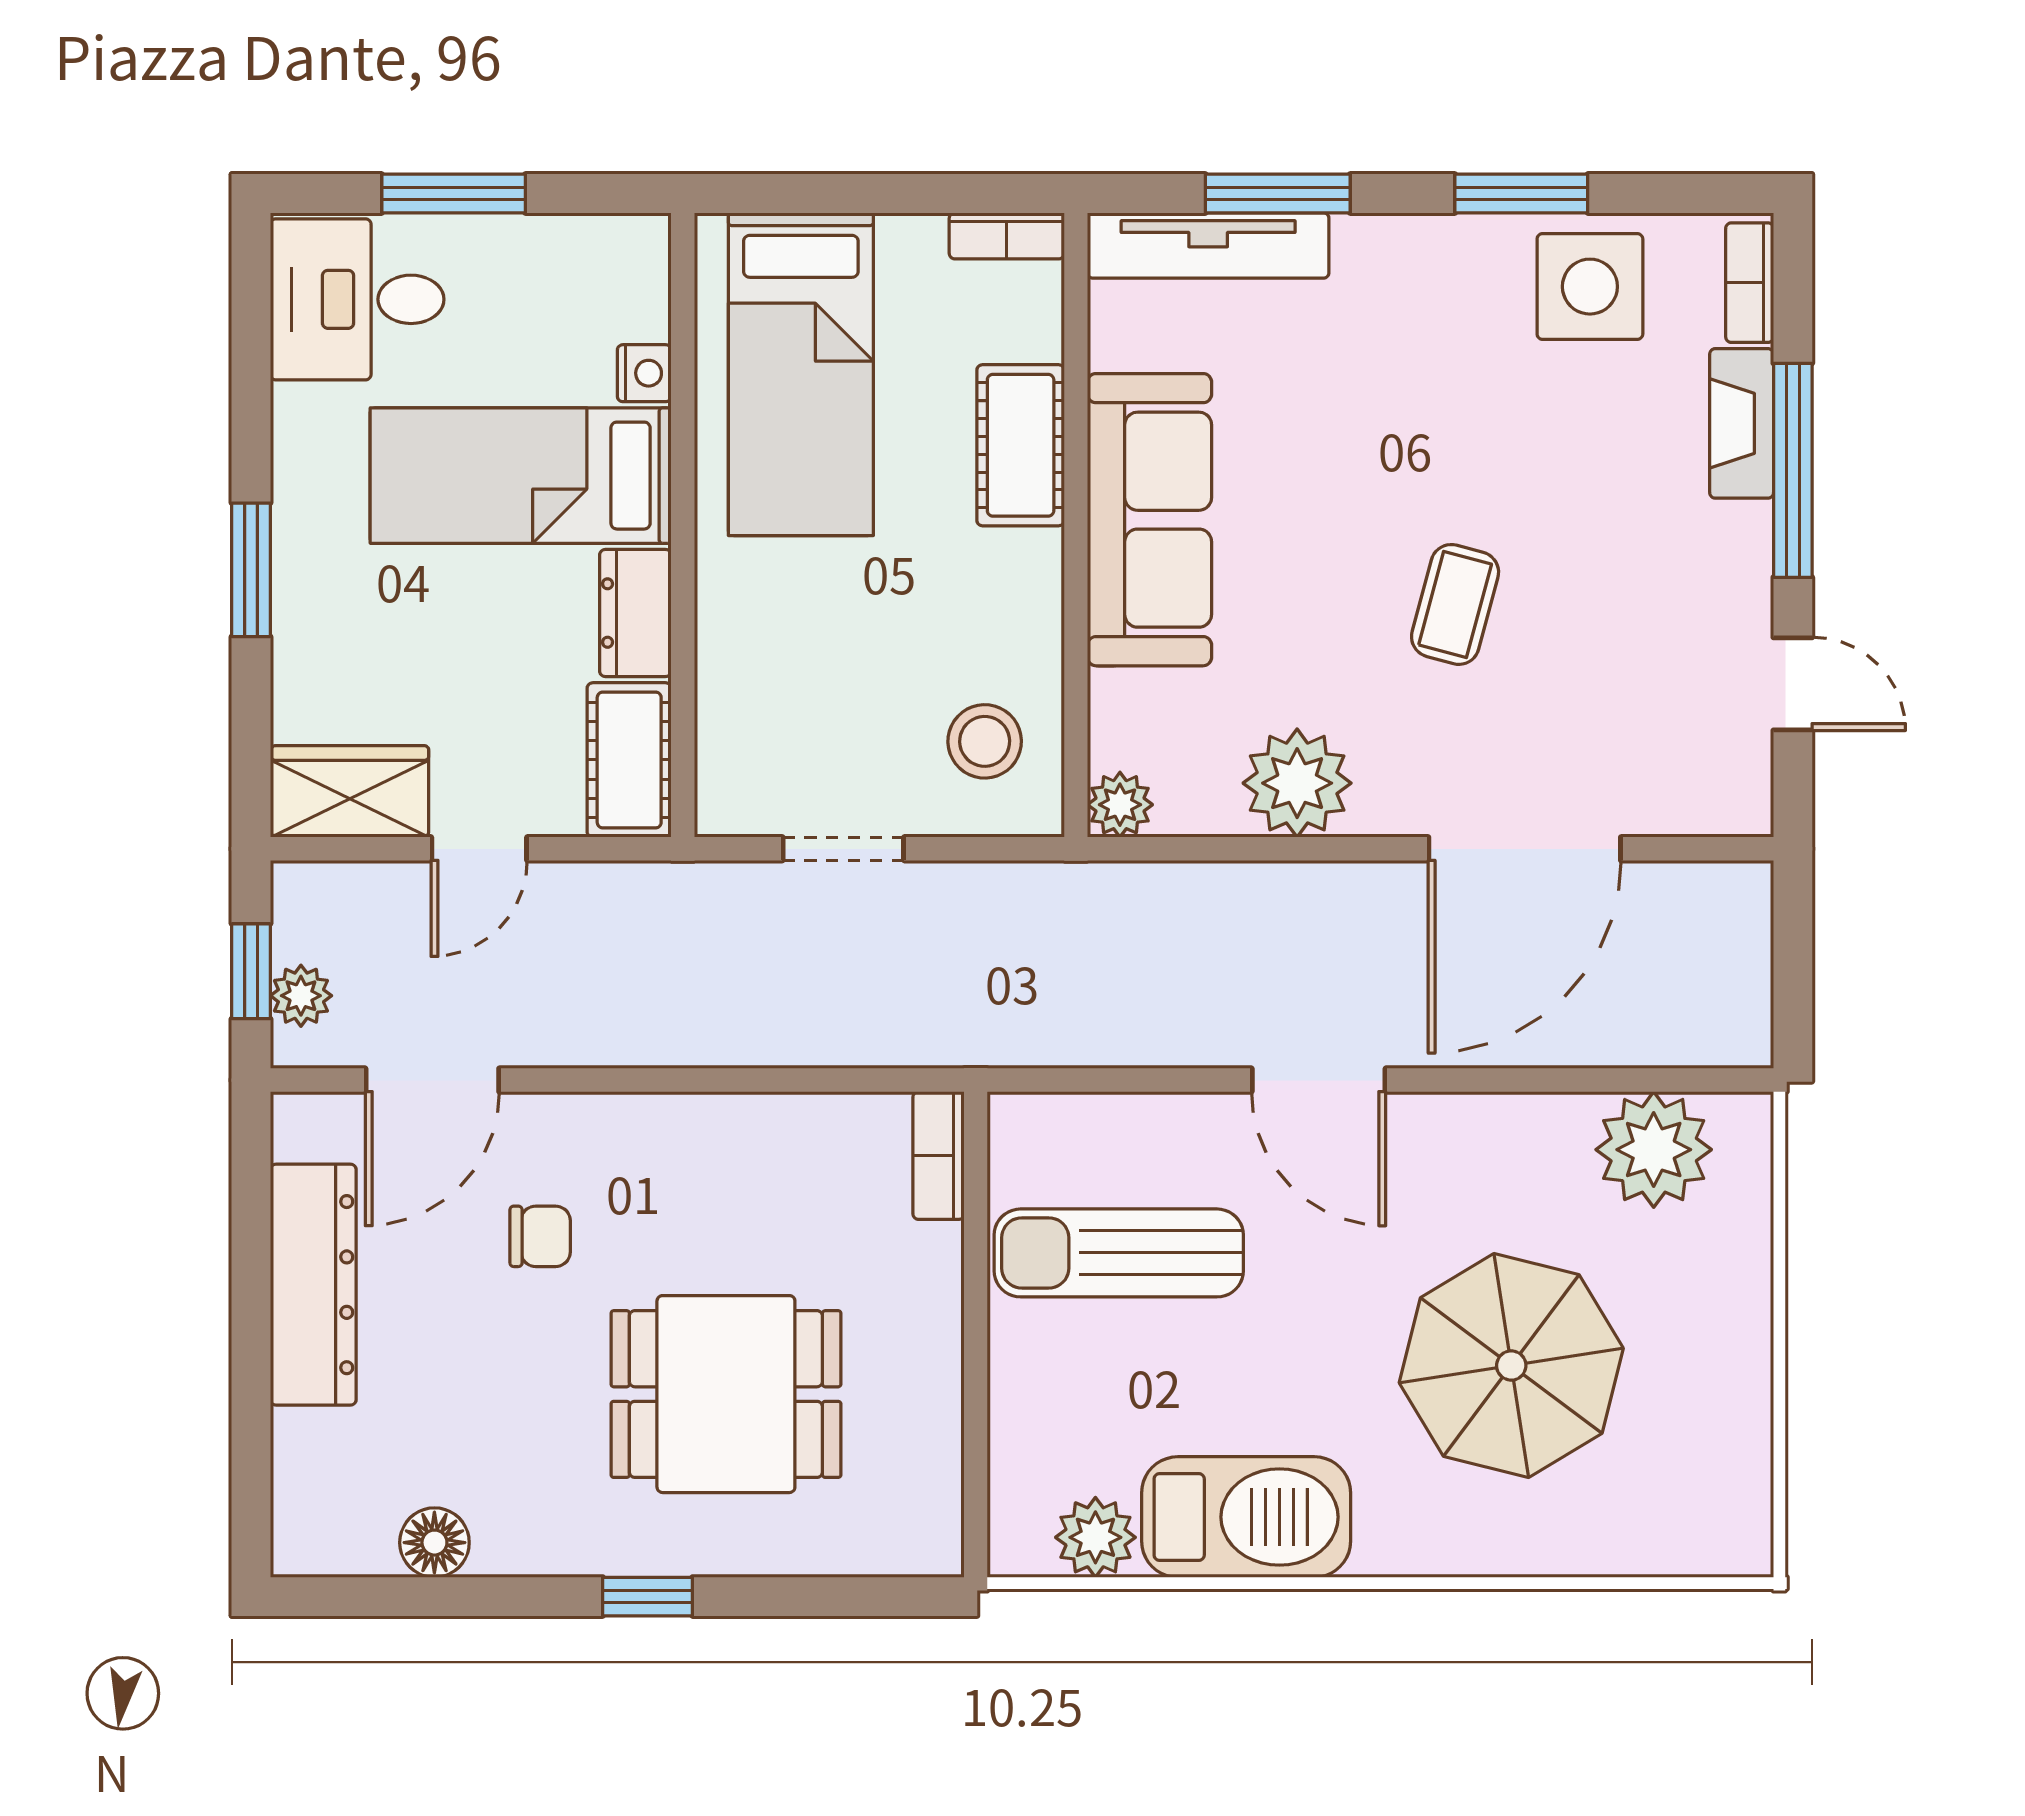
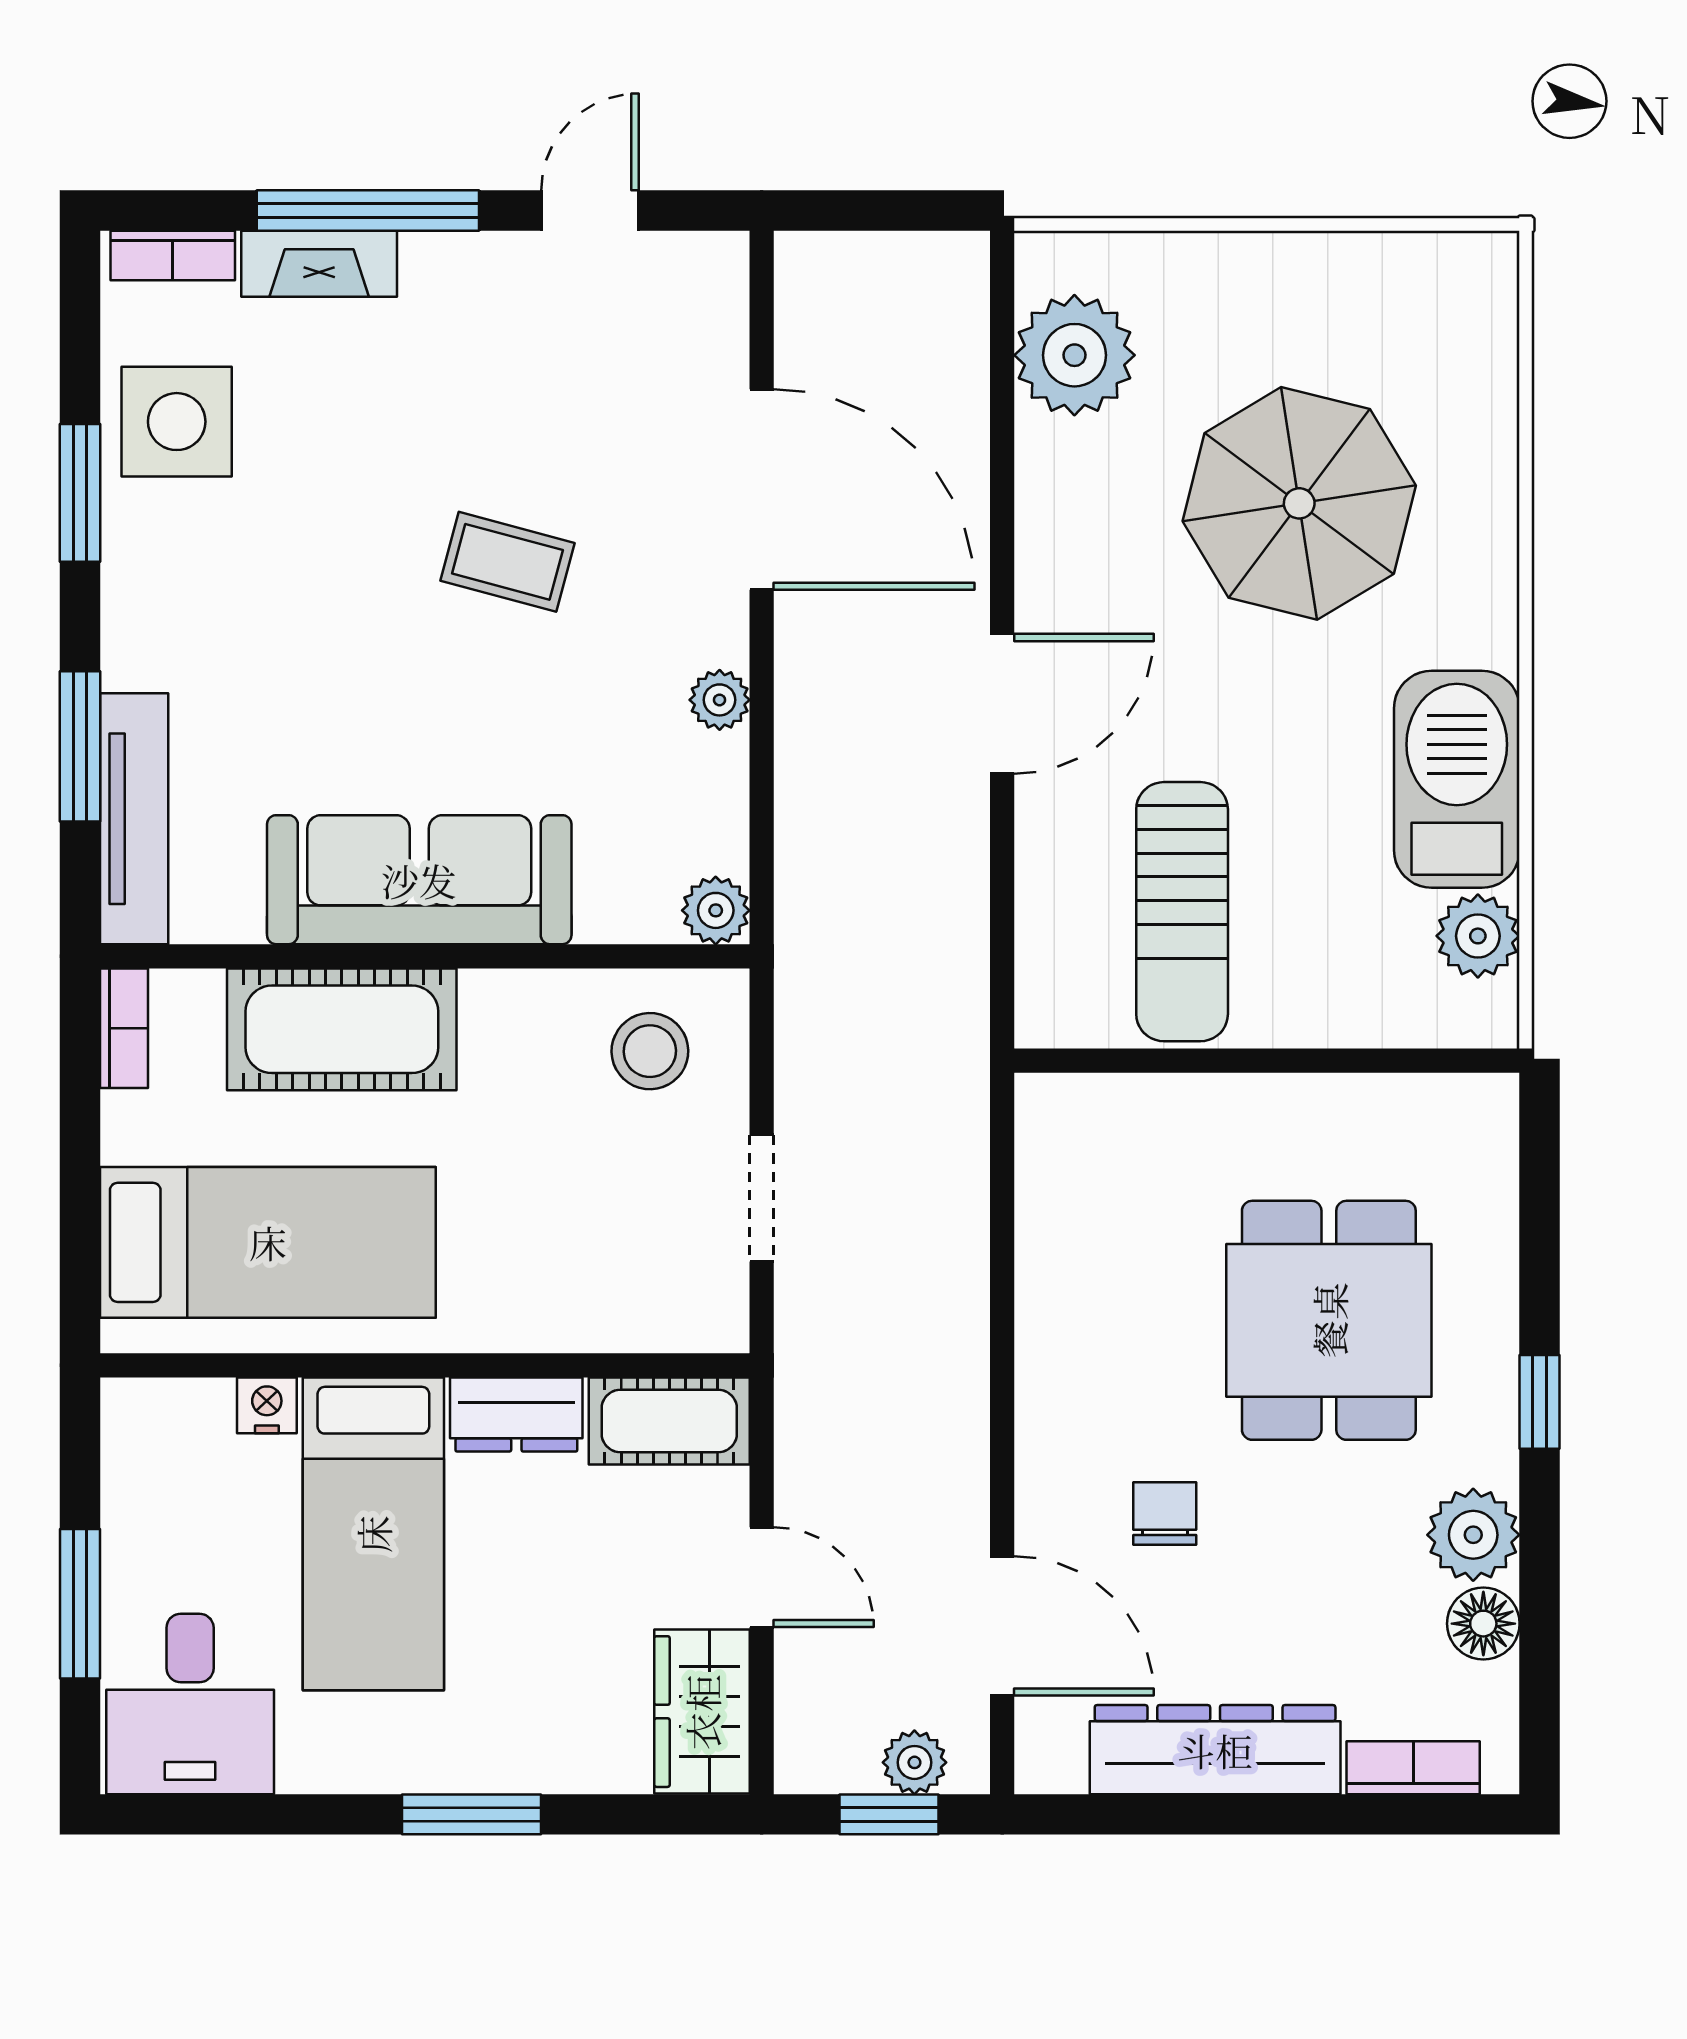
cot: (1021, 445) -> (342, 1029), width x1.37, depth x1.34
plant: (1297, 783) -> (720, 700), width x0.53, depth x0.53
bookcase: (939, 1156) -> (1413, 1768), moved, turned 180
plant: (520, 1533) -> (1473, 1535), added

